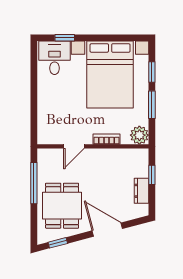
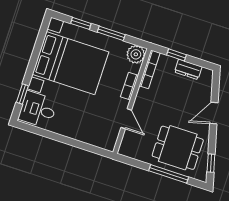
bookcase: (129, 153) -> (150, 69), added
window: (34, 183) -> (169, 174), moved
door: (107, 230) -> (214, 113), width x0.73

